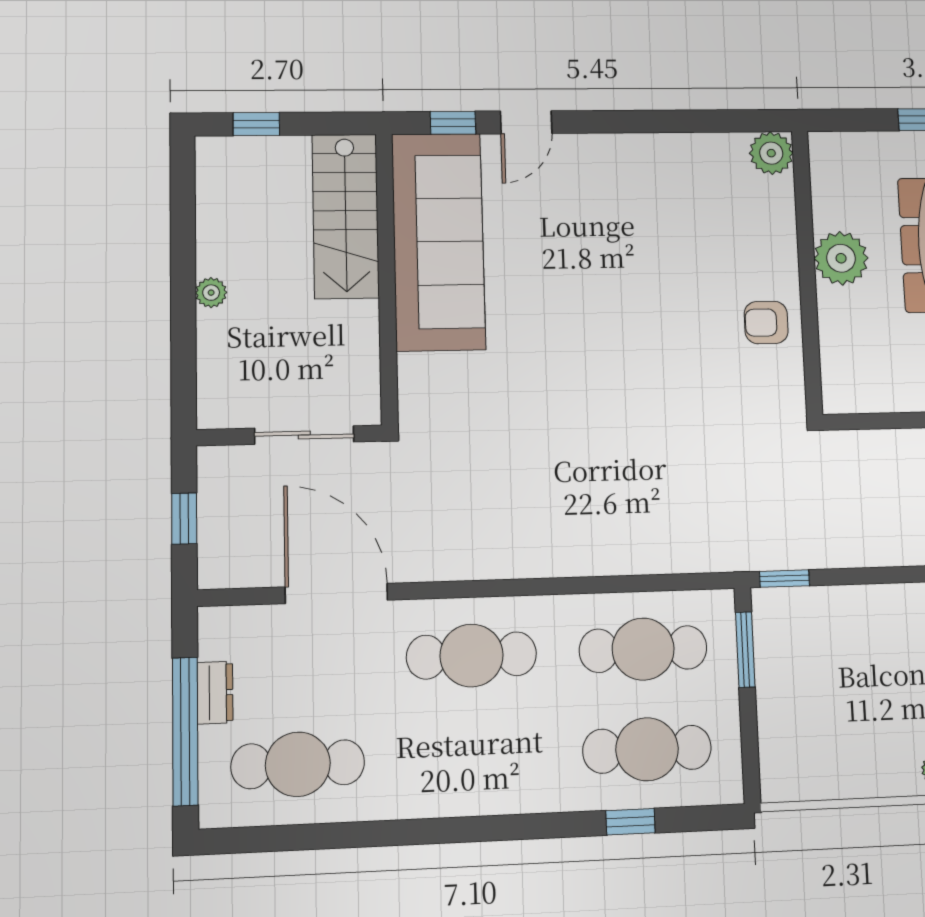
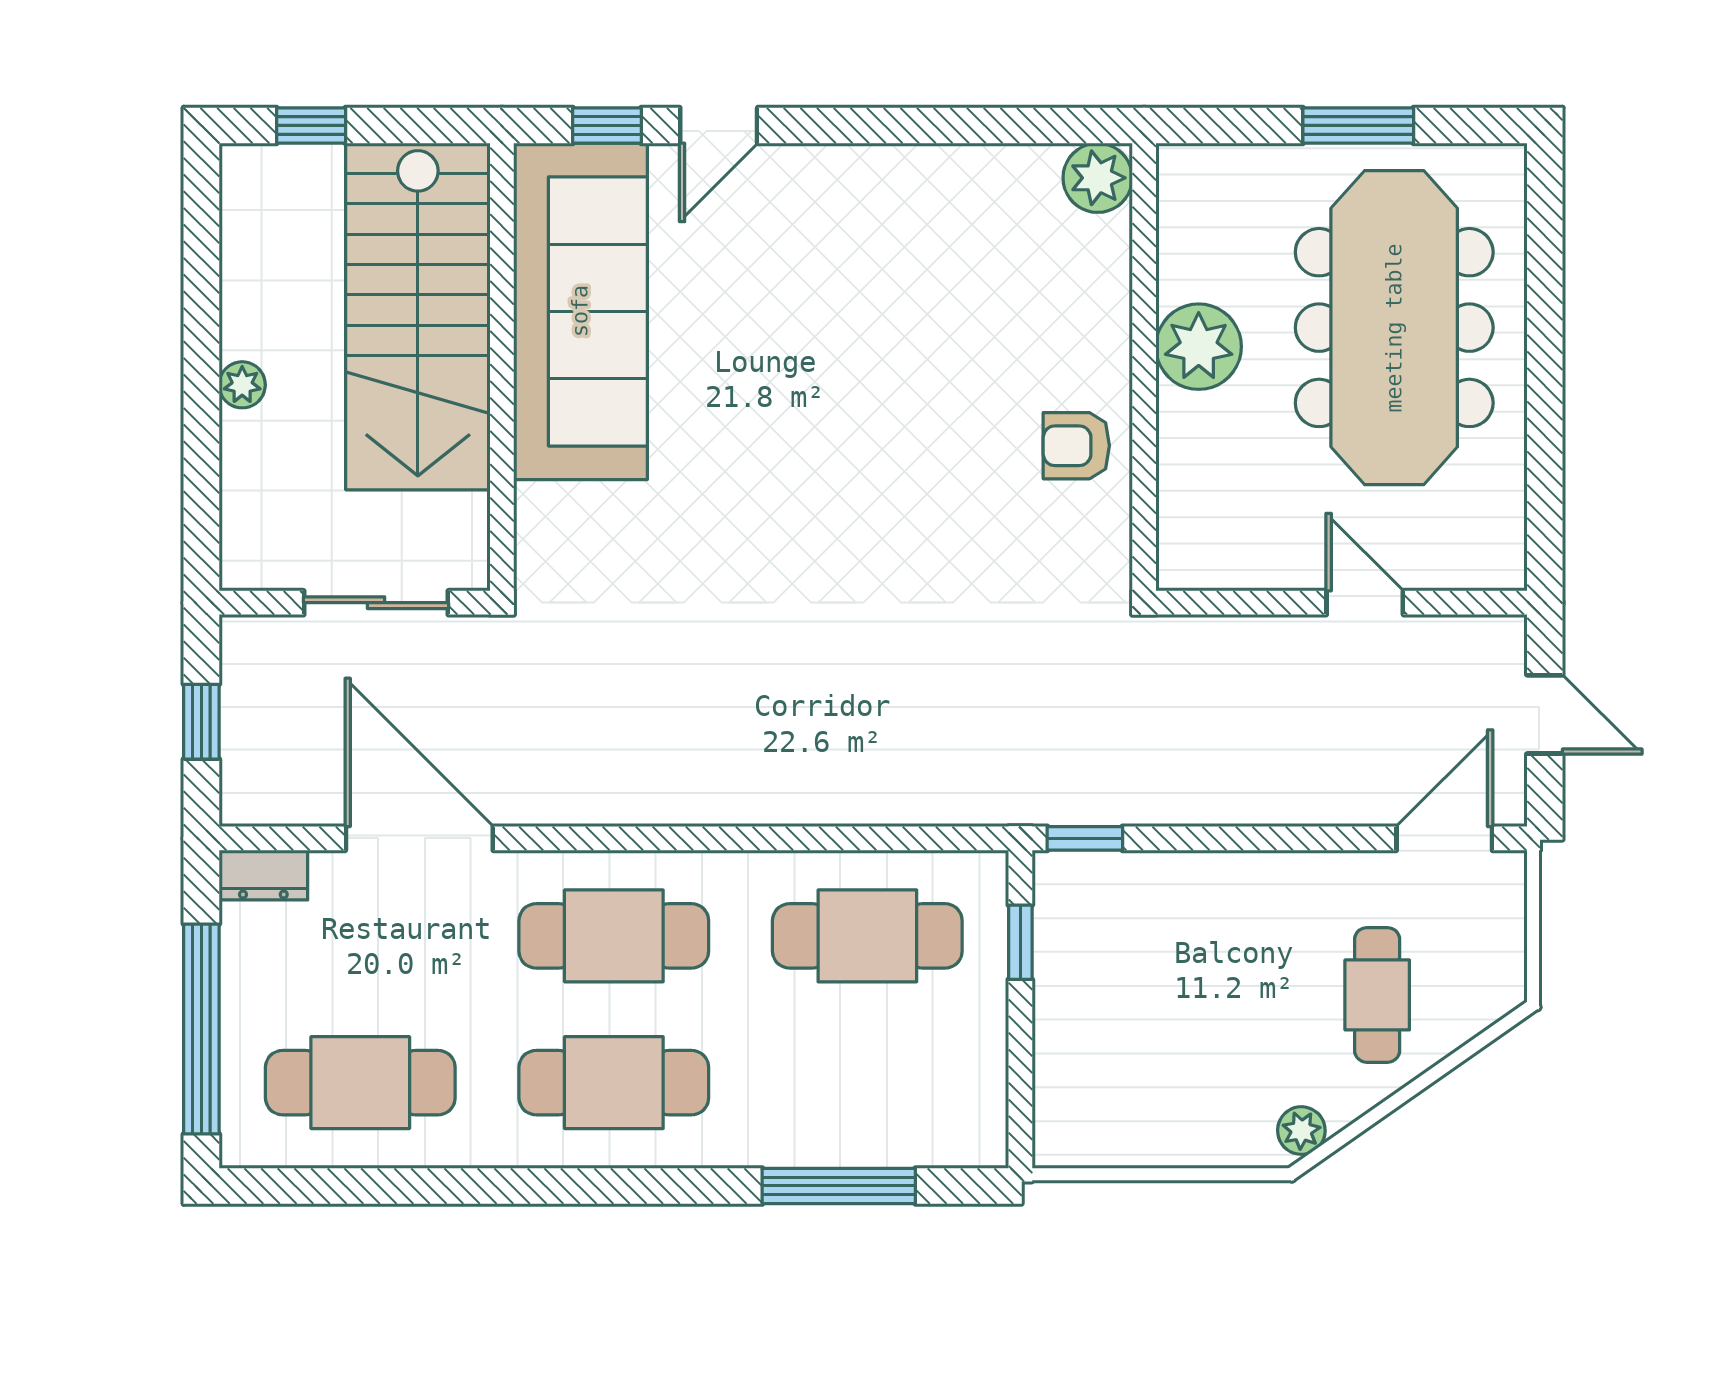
stairs: (346, 216) -> (418, 317), width x1.36, depth x1.51
window: (745, 650) -> (1020, 942), width x0.67
dresser: (215, 693) -> (263, 875), moved, turned 90
cafe table: (647, 749) -> (614, 1083), moved
window: (630, 822) -> (839, 1186), width x2.17

